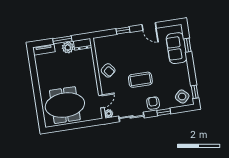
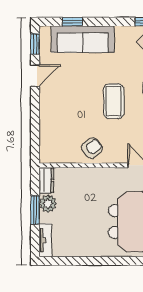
window: (123, 30) -> (35, 44), moved
sofa: (176, 48) -> (83, 39), width x1.36

